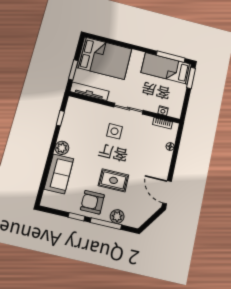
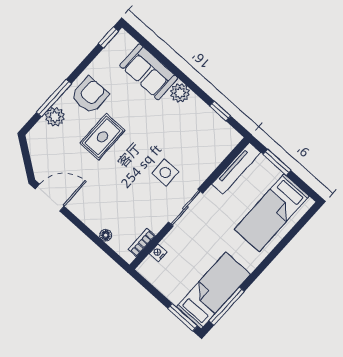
bed: (104, 58) -> (272, 213), width x0.67
window: (76, 217) -> (108, 37), moved

